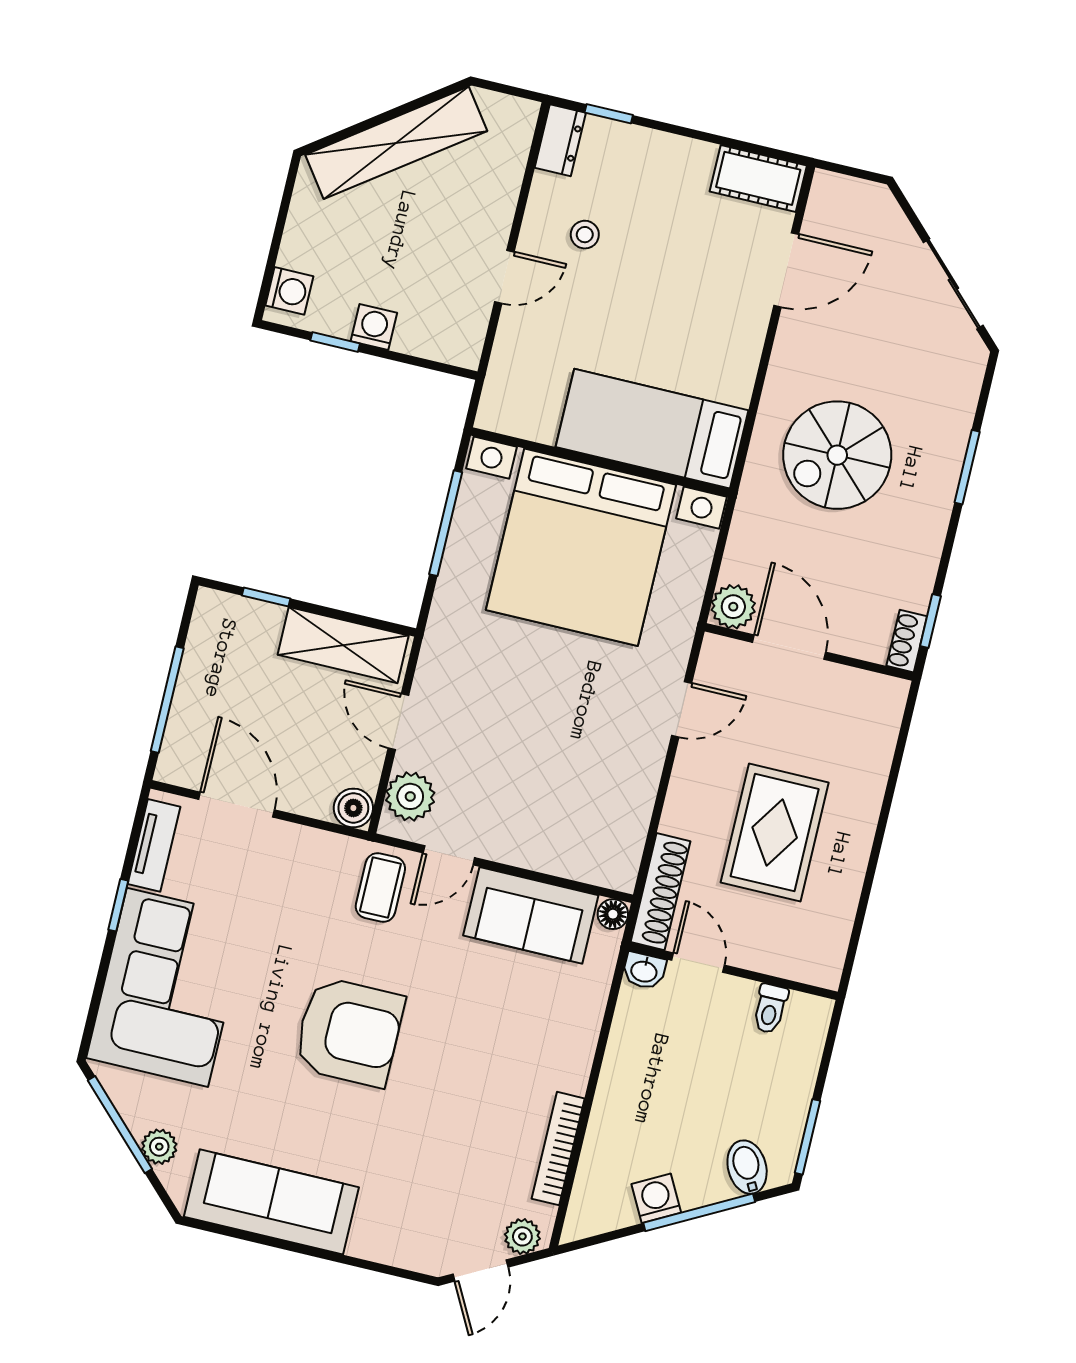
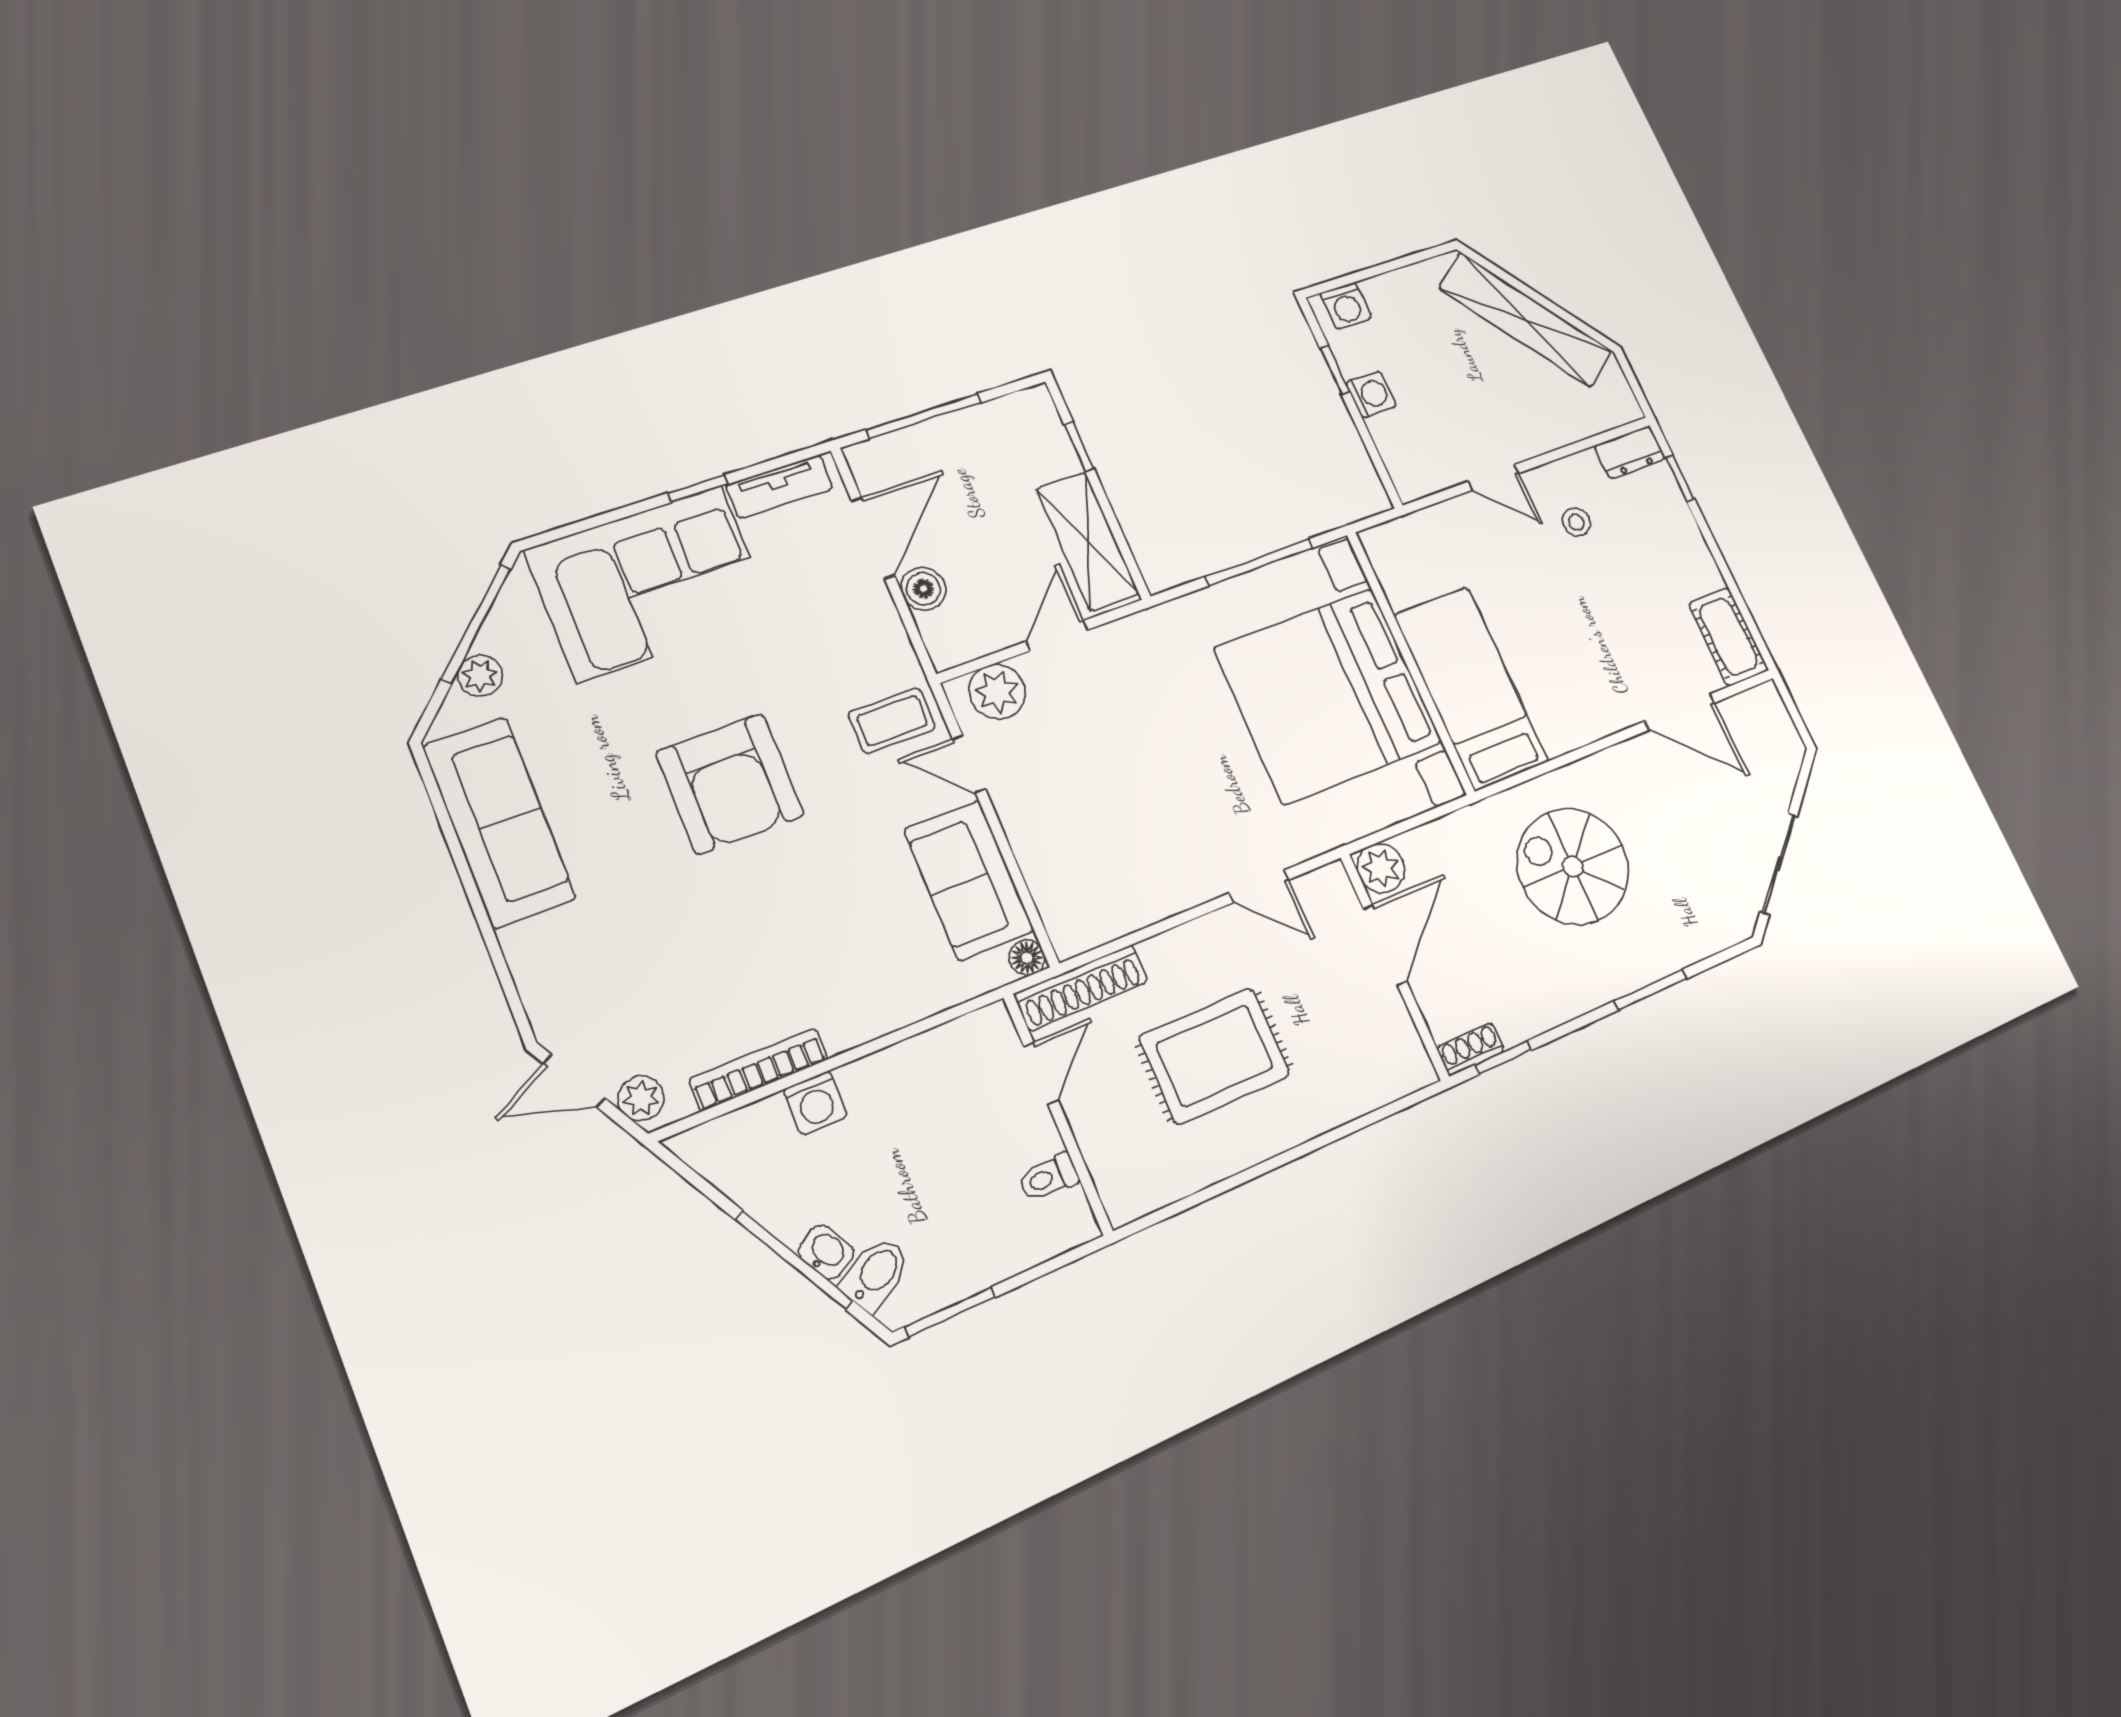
boiler: (353, 808) -> (923, 589), moved
washbasin: (644, 971) -> (826, 1252), moved, turned 152
washing machine: (656, 1198) -> (815, 1103), moved, turned 118

